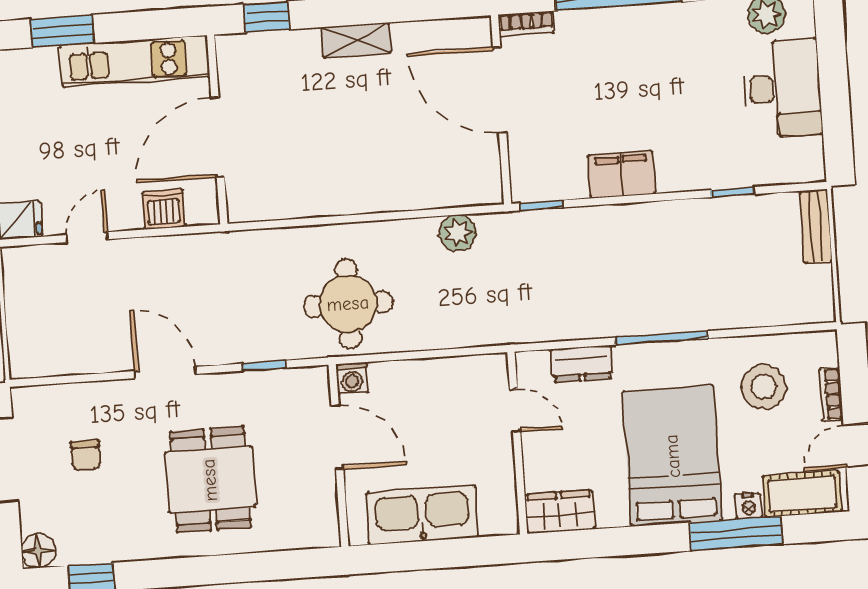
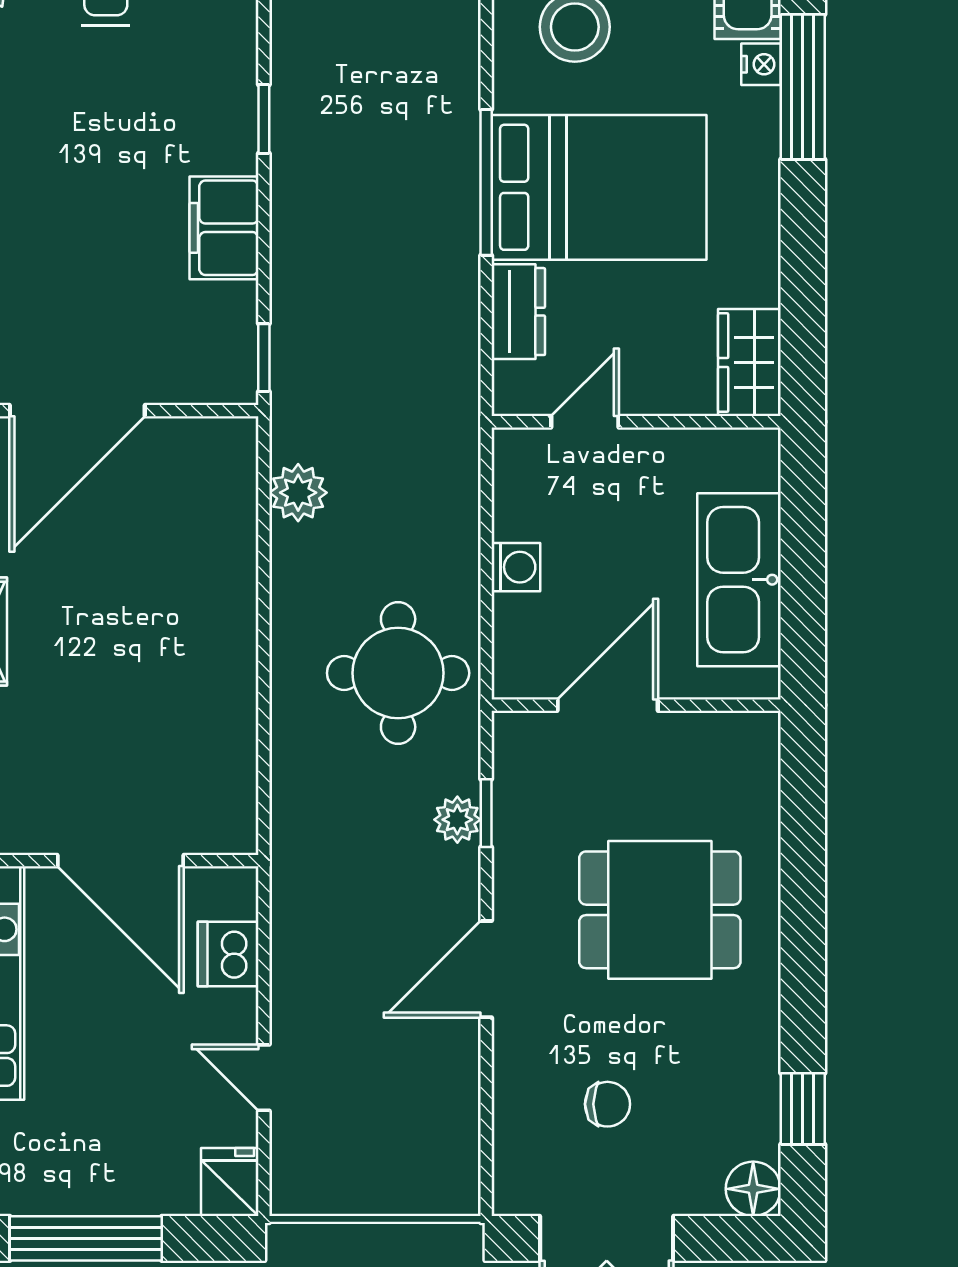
window: (732, 192) -> (264, 119), moved
plant: (258, 348) -> (457, 820), added
washing machine: (352, 378) -> (516, 567), moved
bed: (673, 456) -> (599, 187), moved, turned 180

